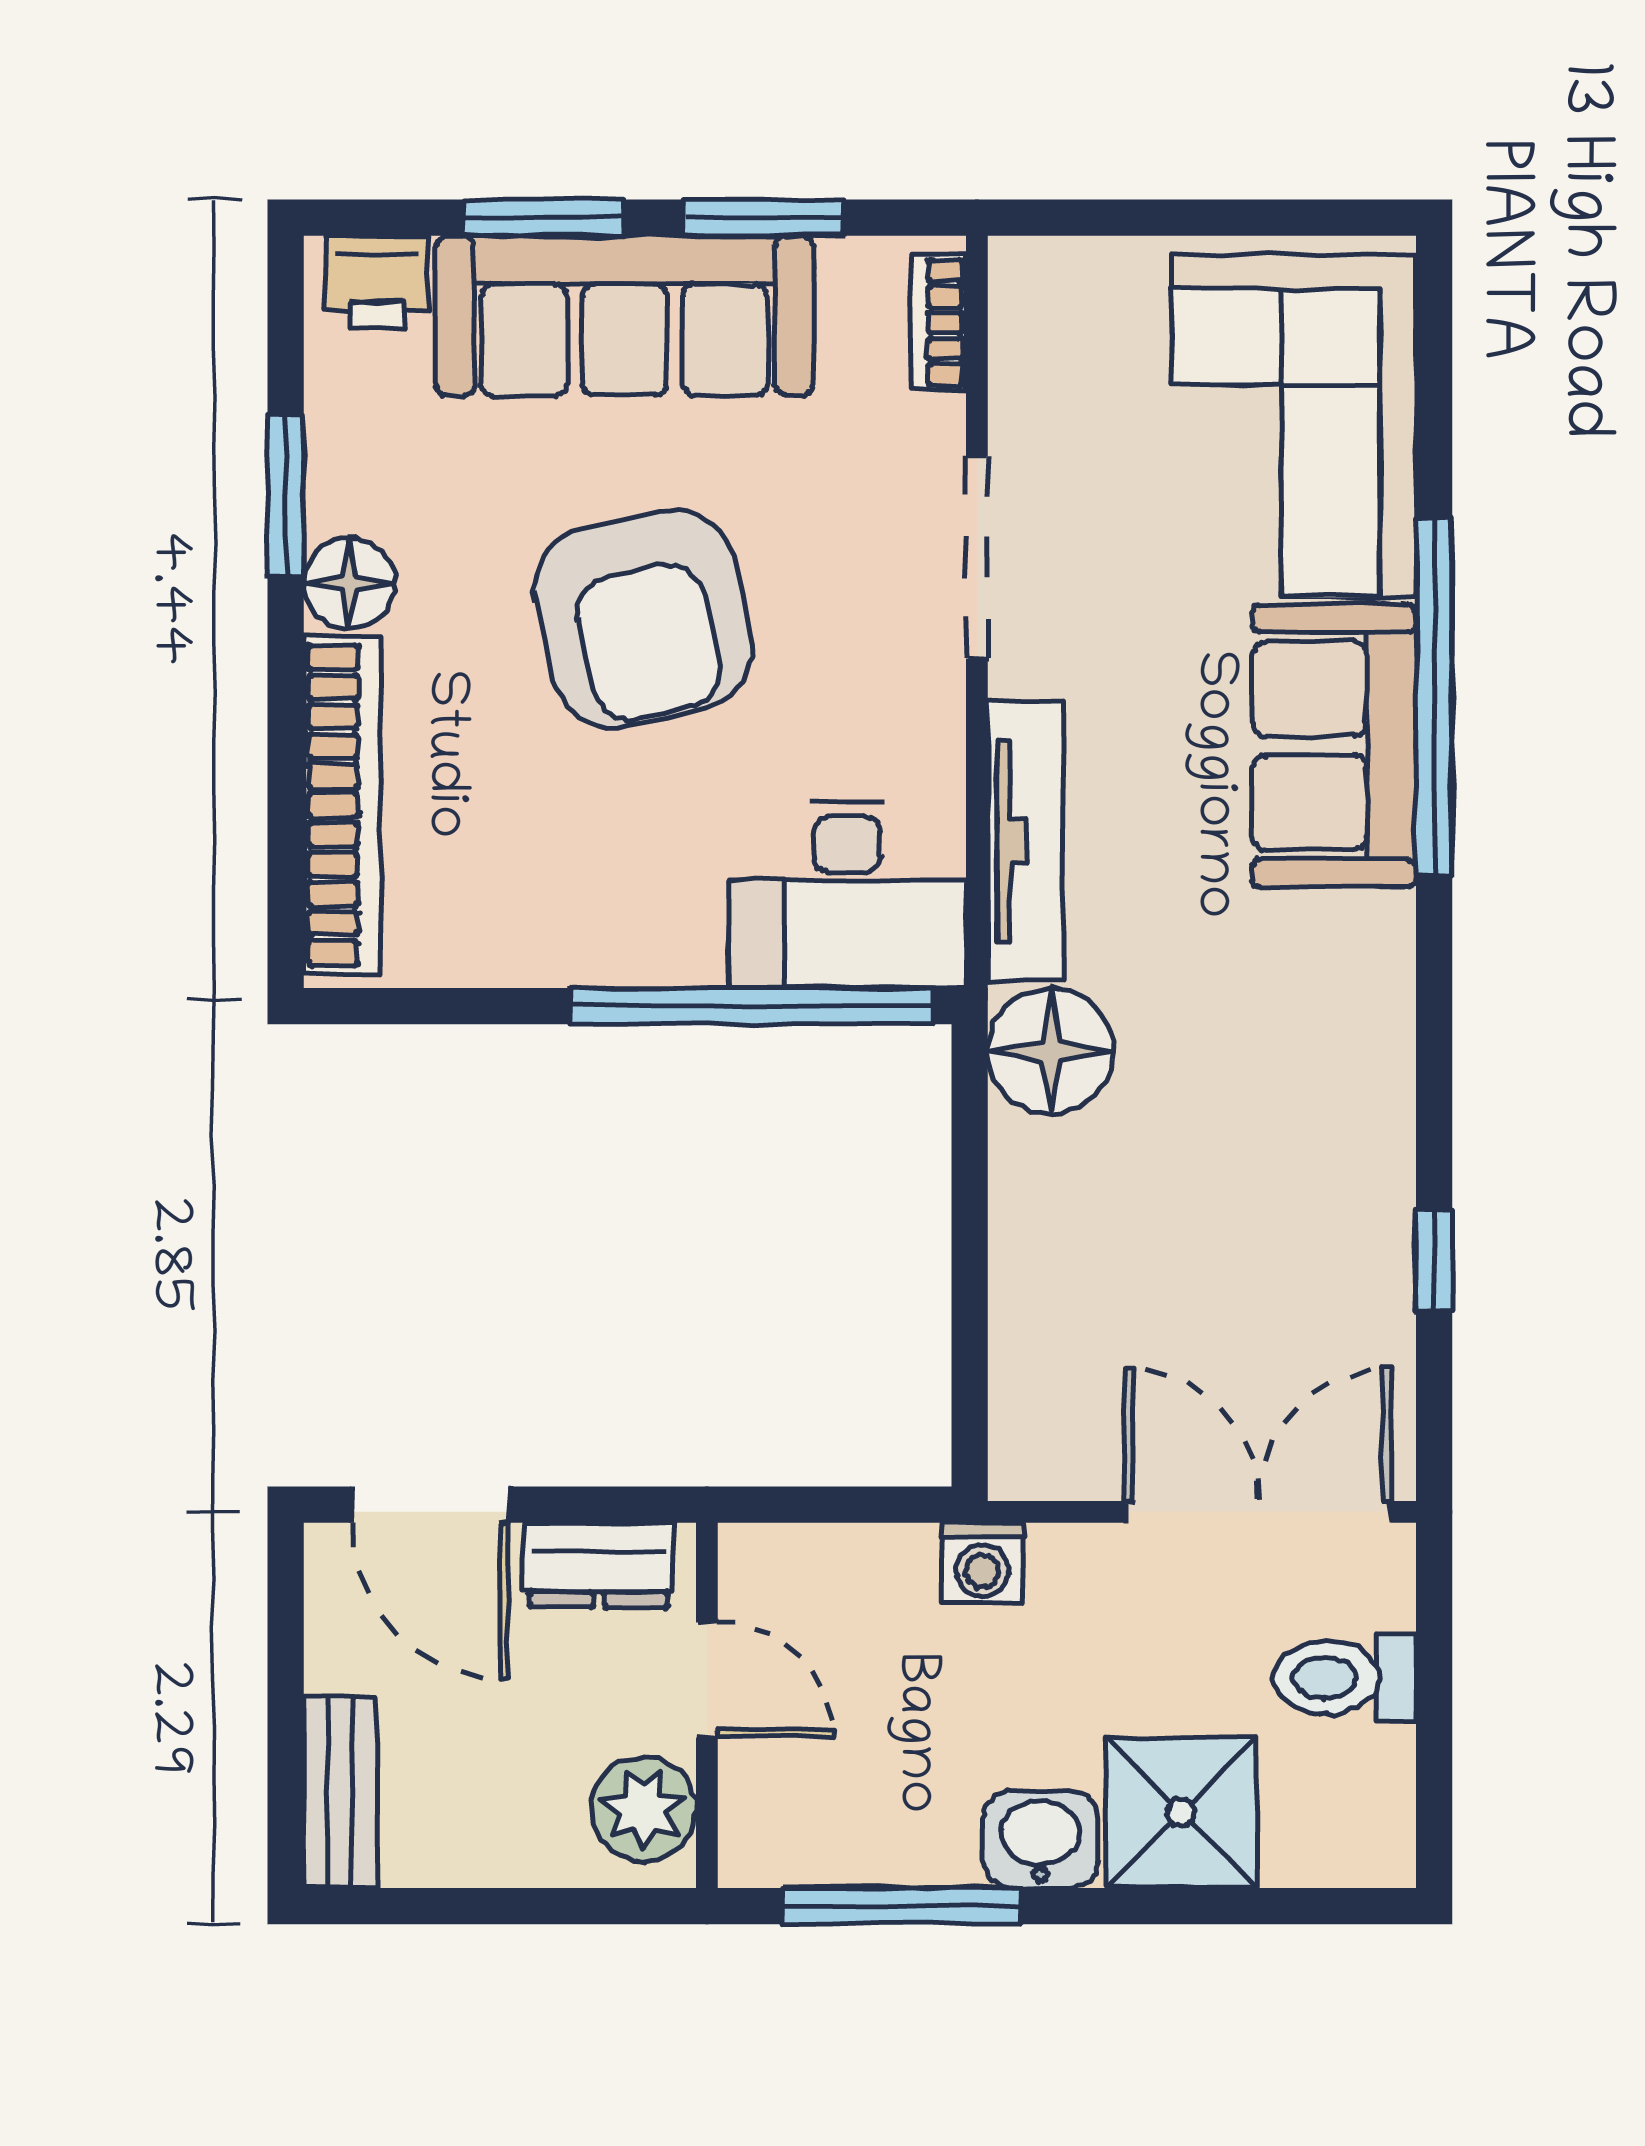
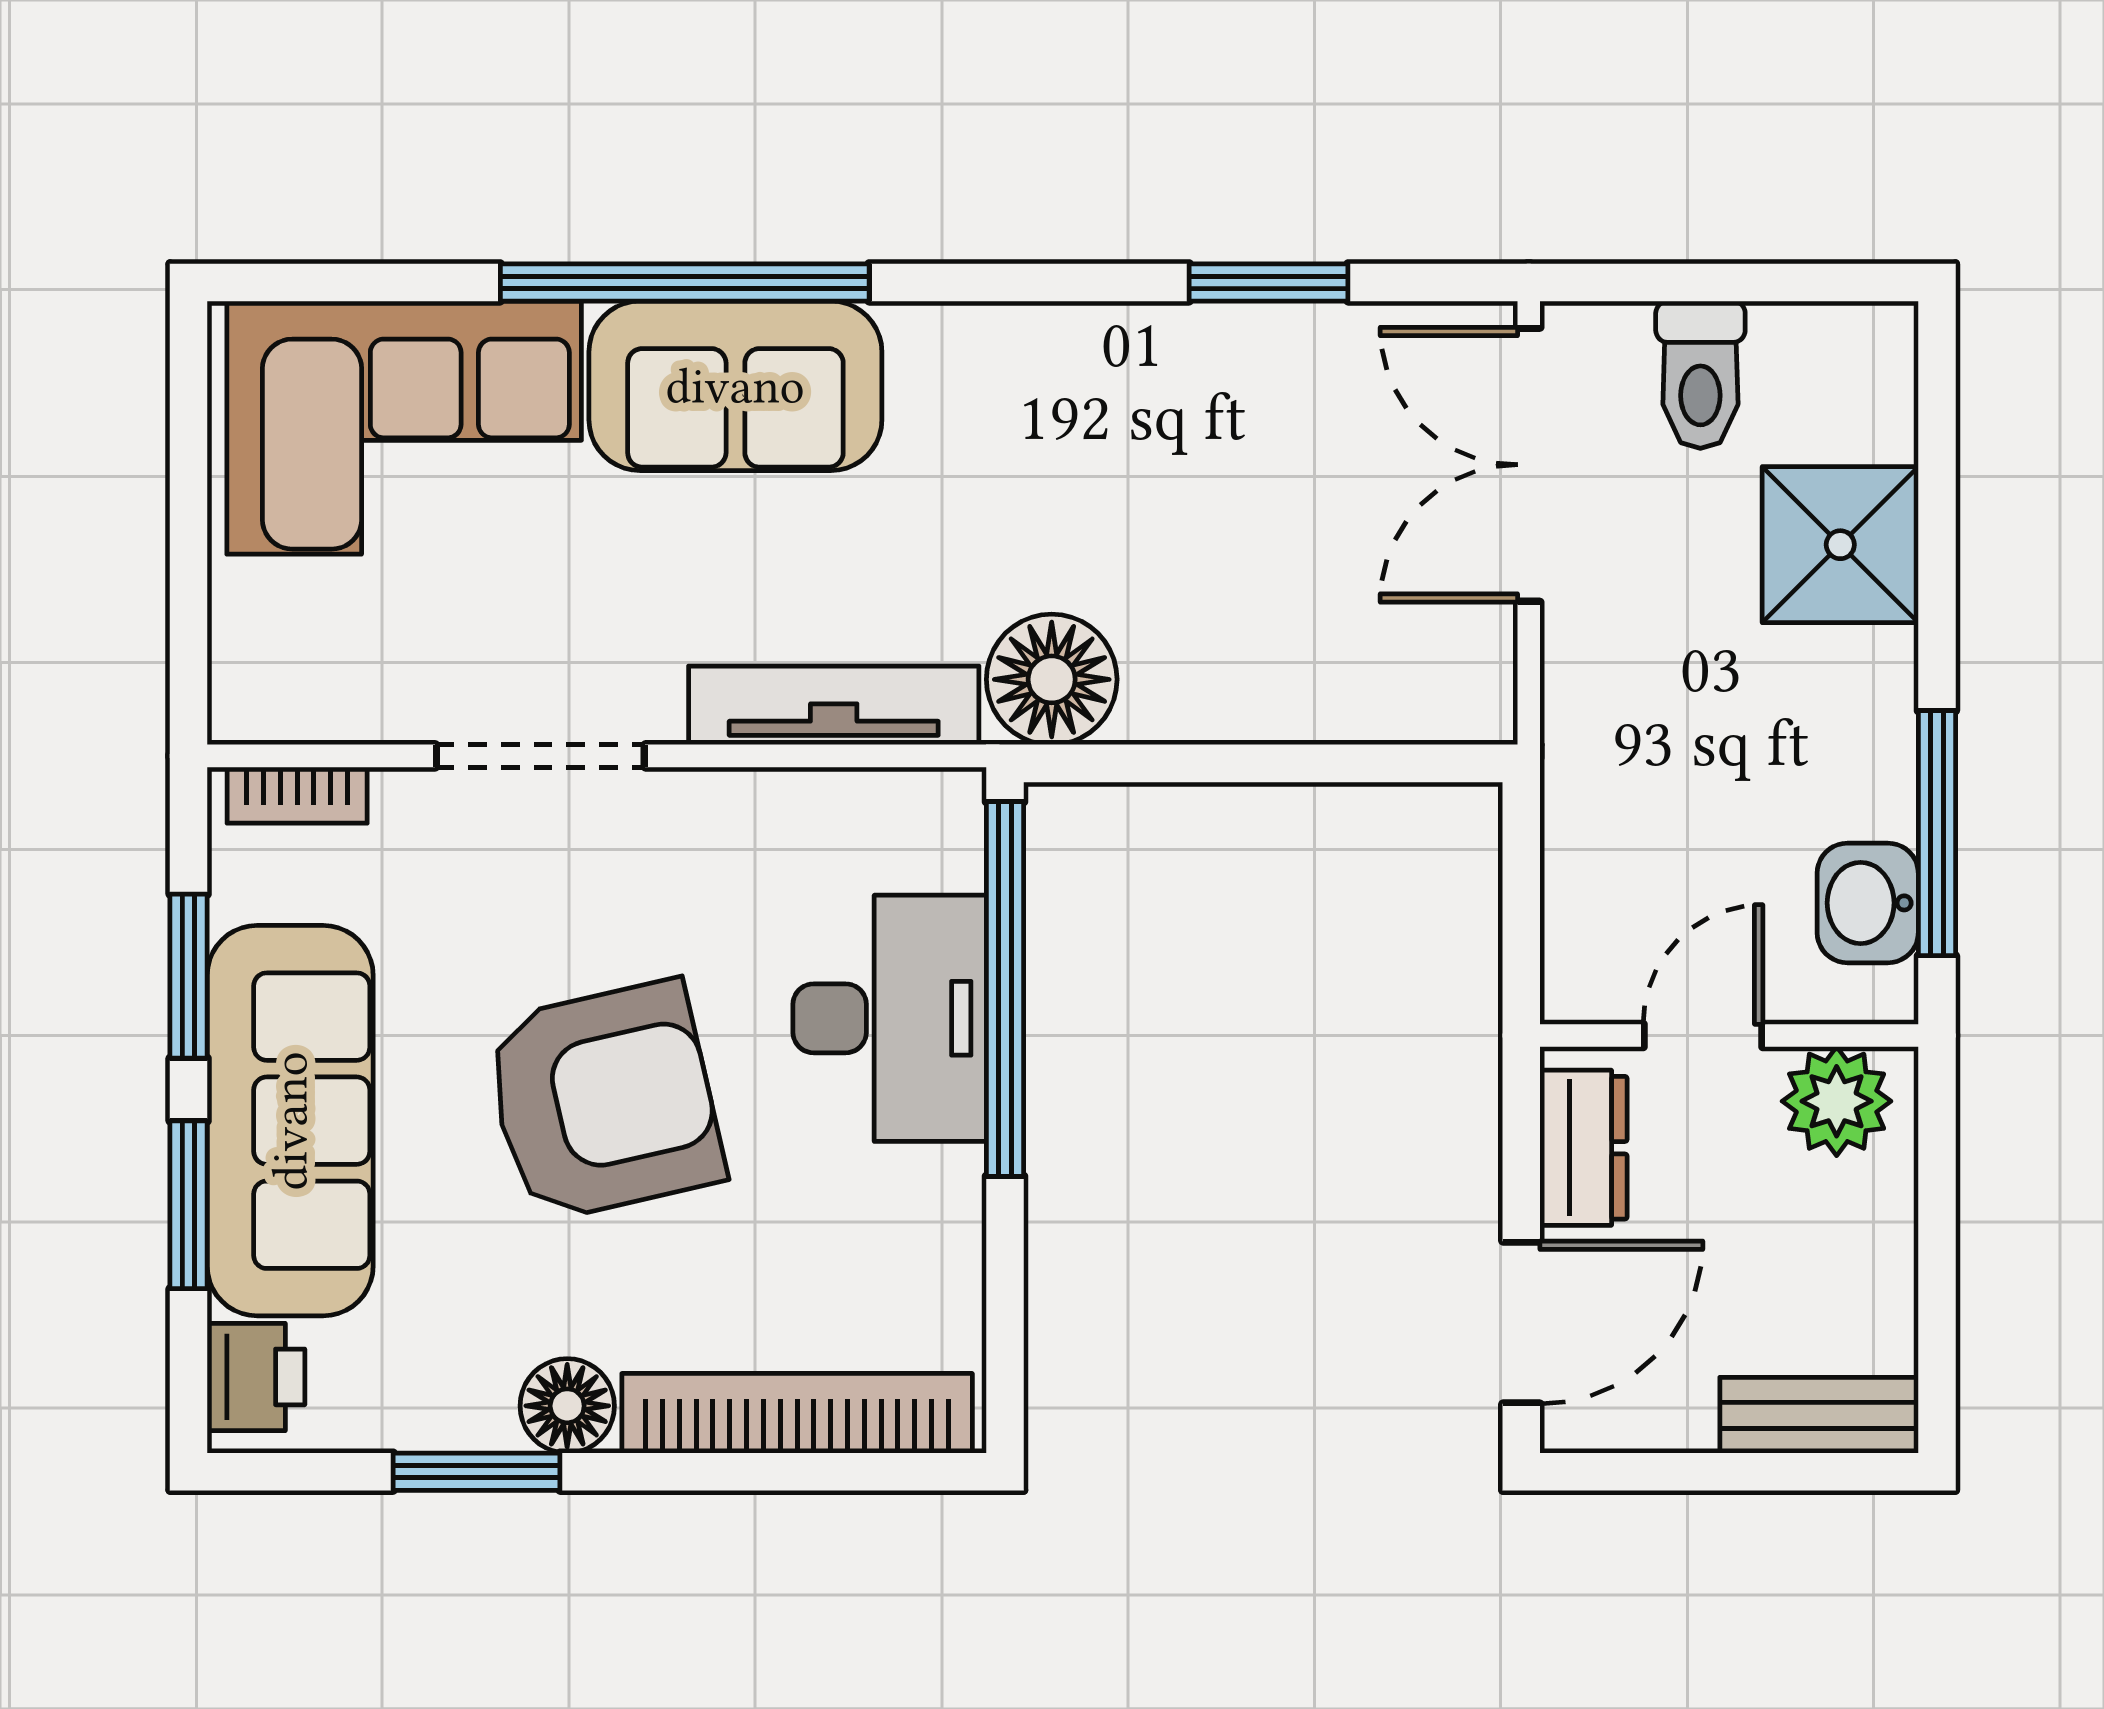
desk: (847, 895) -> (890, 1018), moved
window: (1434, 1261) -> (1269, 282), width x1.50
washing machine: (983, 1563) -> (1582, 750), removed
washbasin: (1041, 1839) -> (1868, 903), moved

